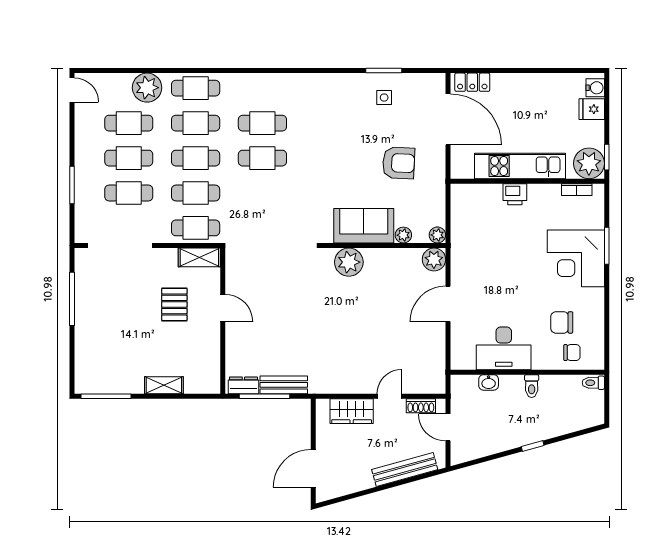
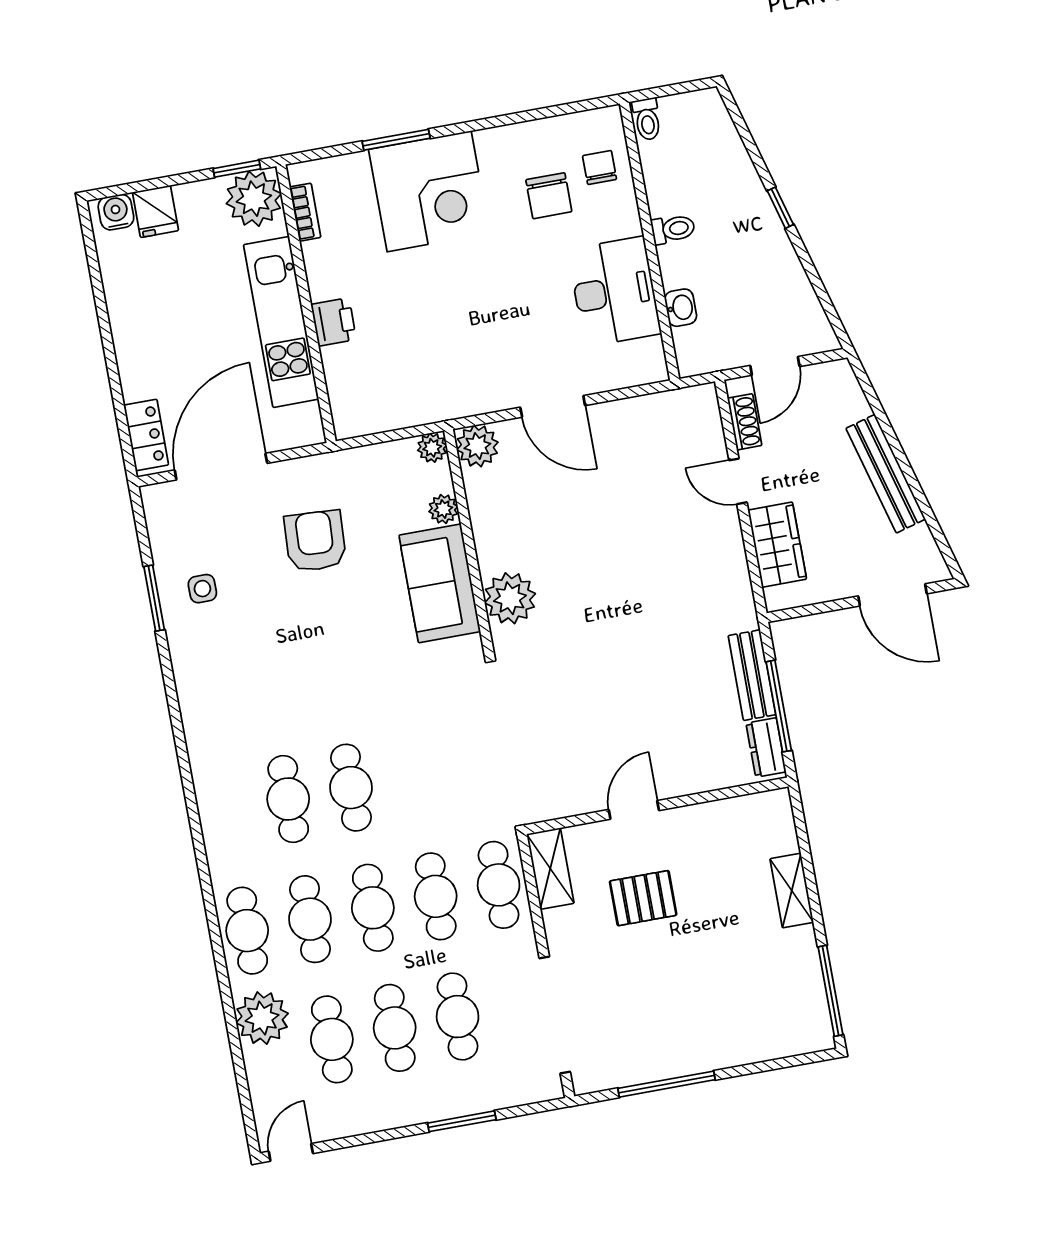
bench: (405, 470) -> (886, 474), moved

